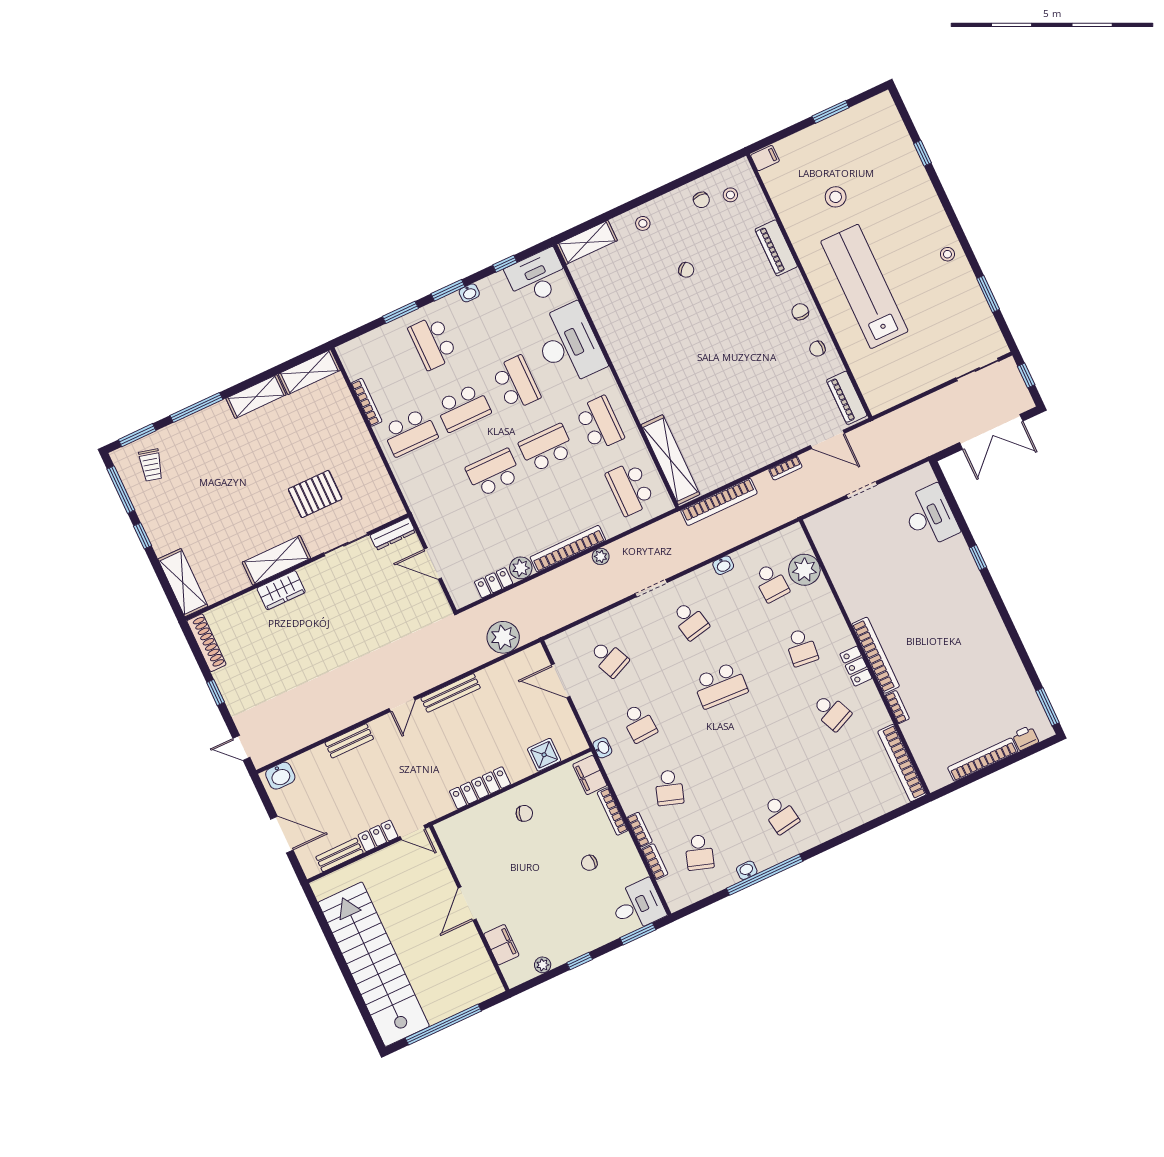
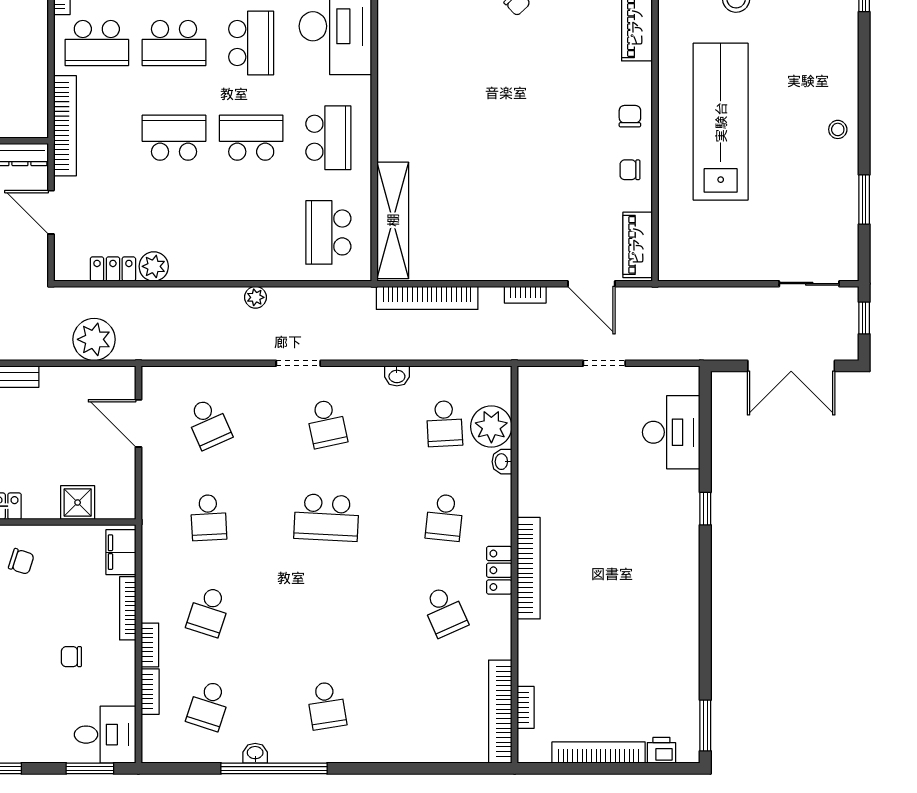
bookcase: (568, 549) -> (65, 126), moved, turned 90
bookcase: (897, 707) -> (526, 707), moved
washbasin: (602, 748) -> (502, 462), moved, turned 180

